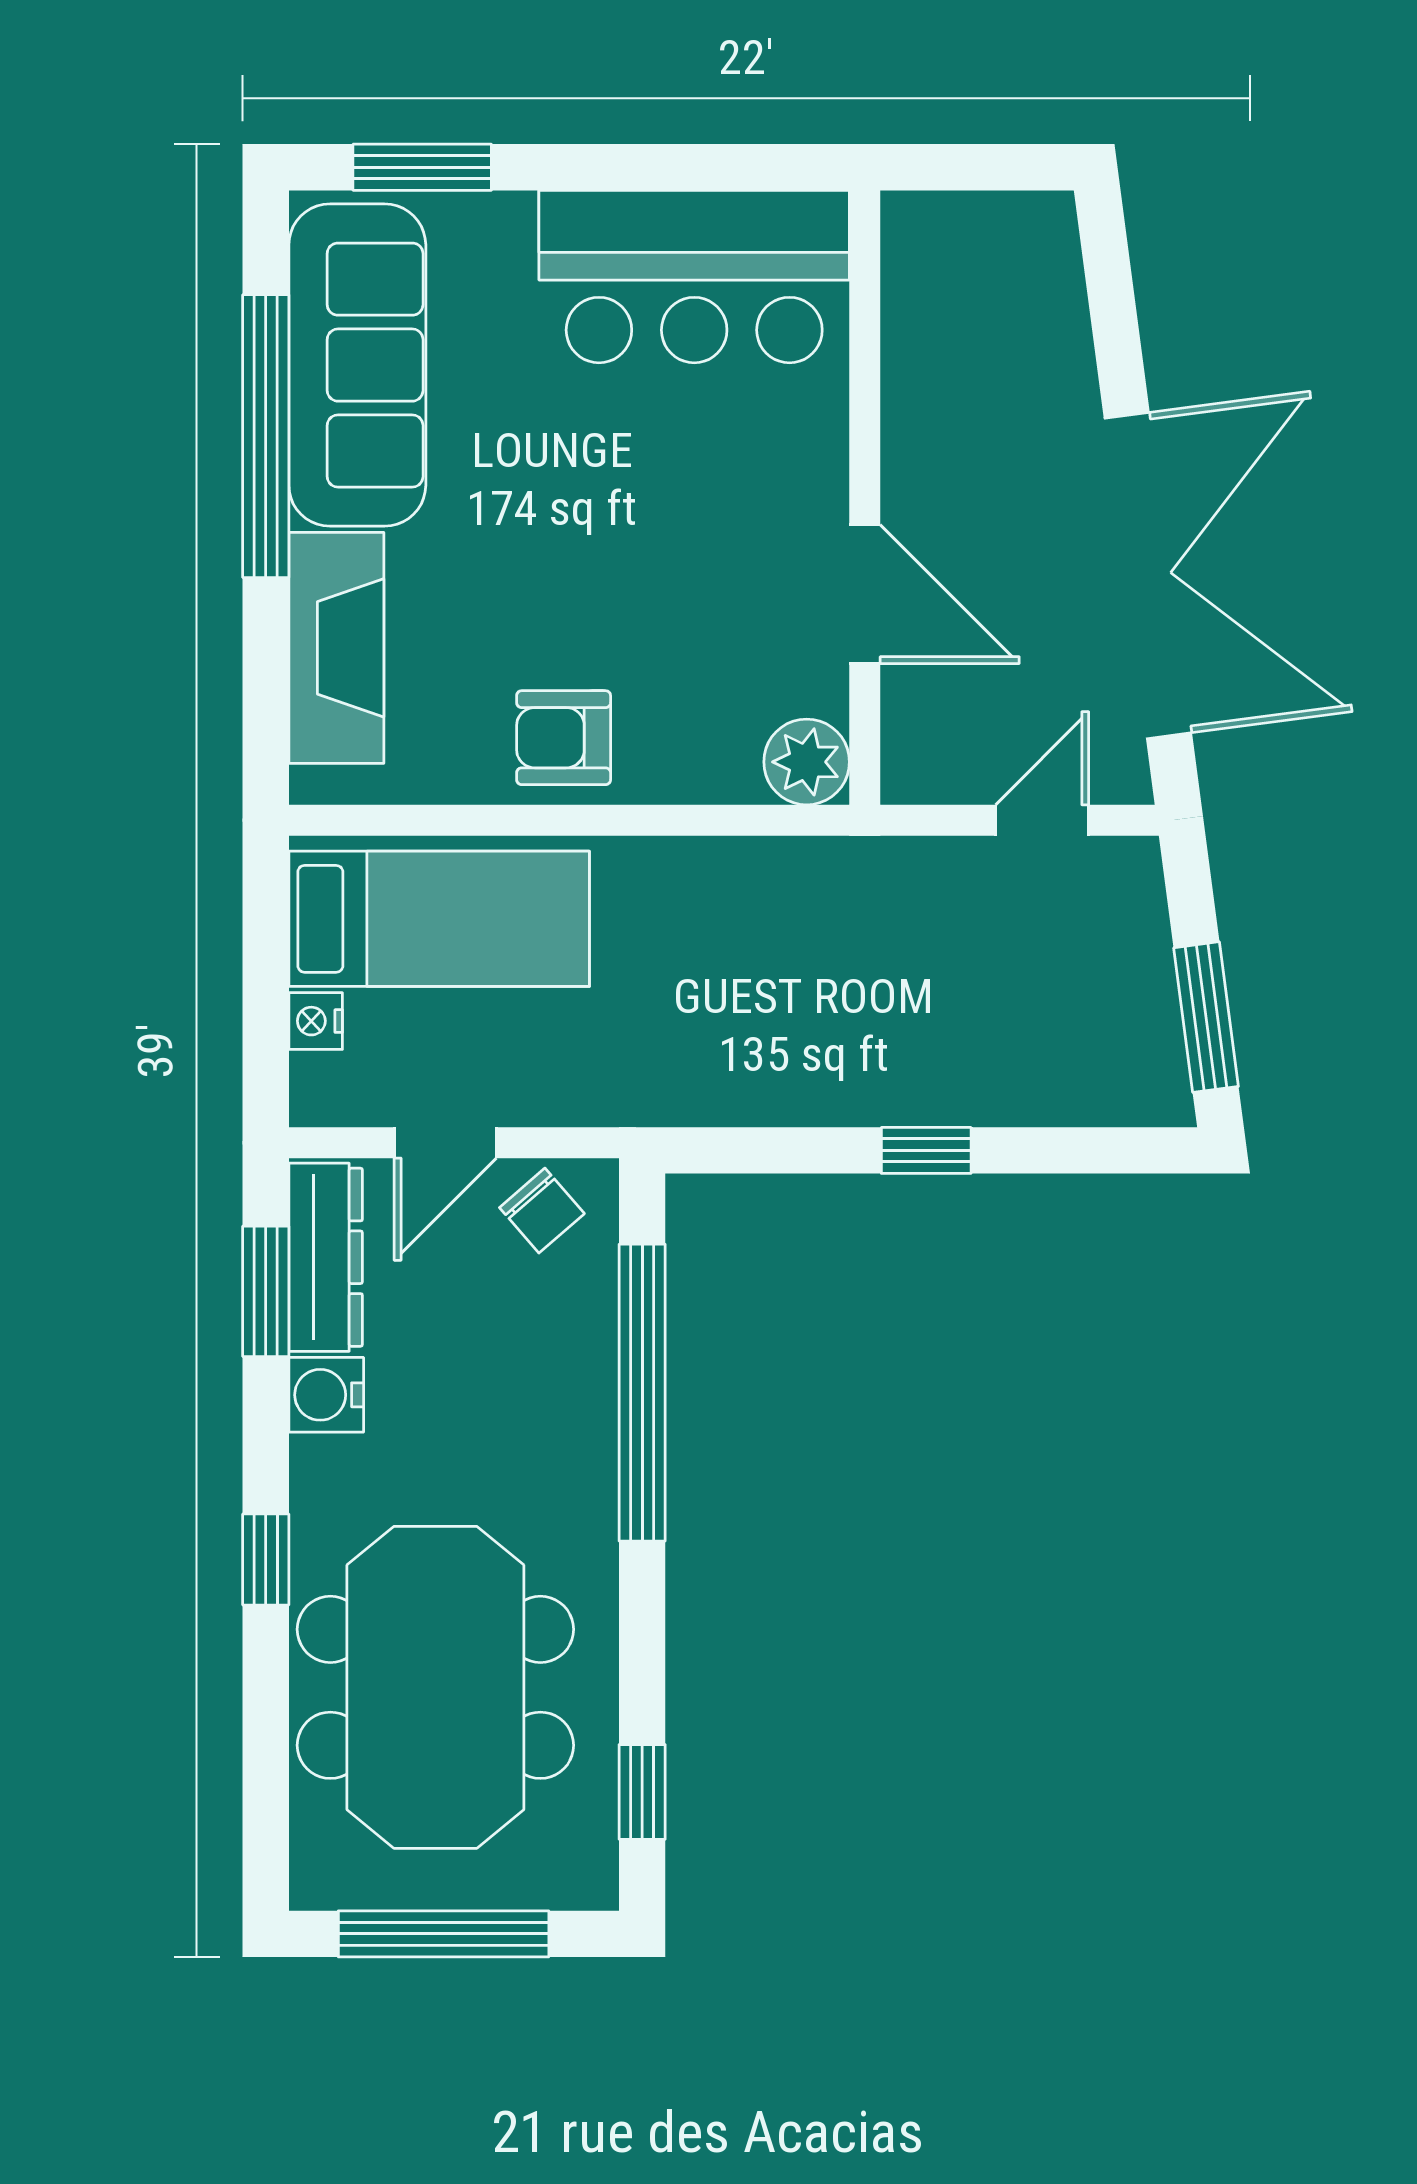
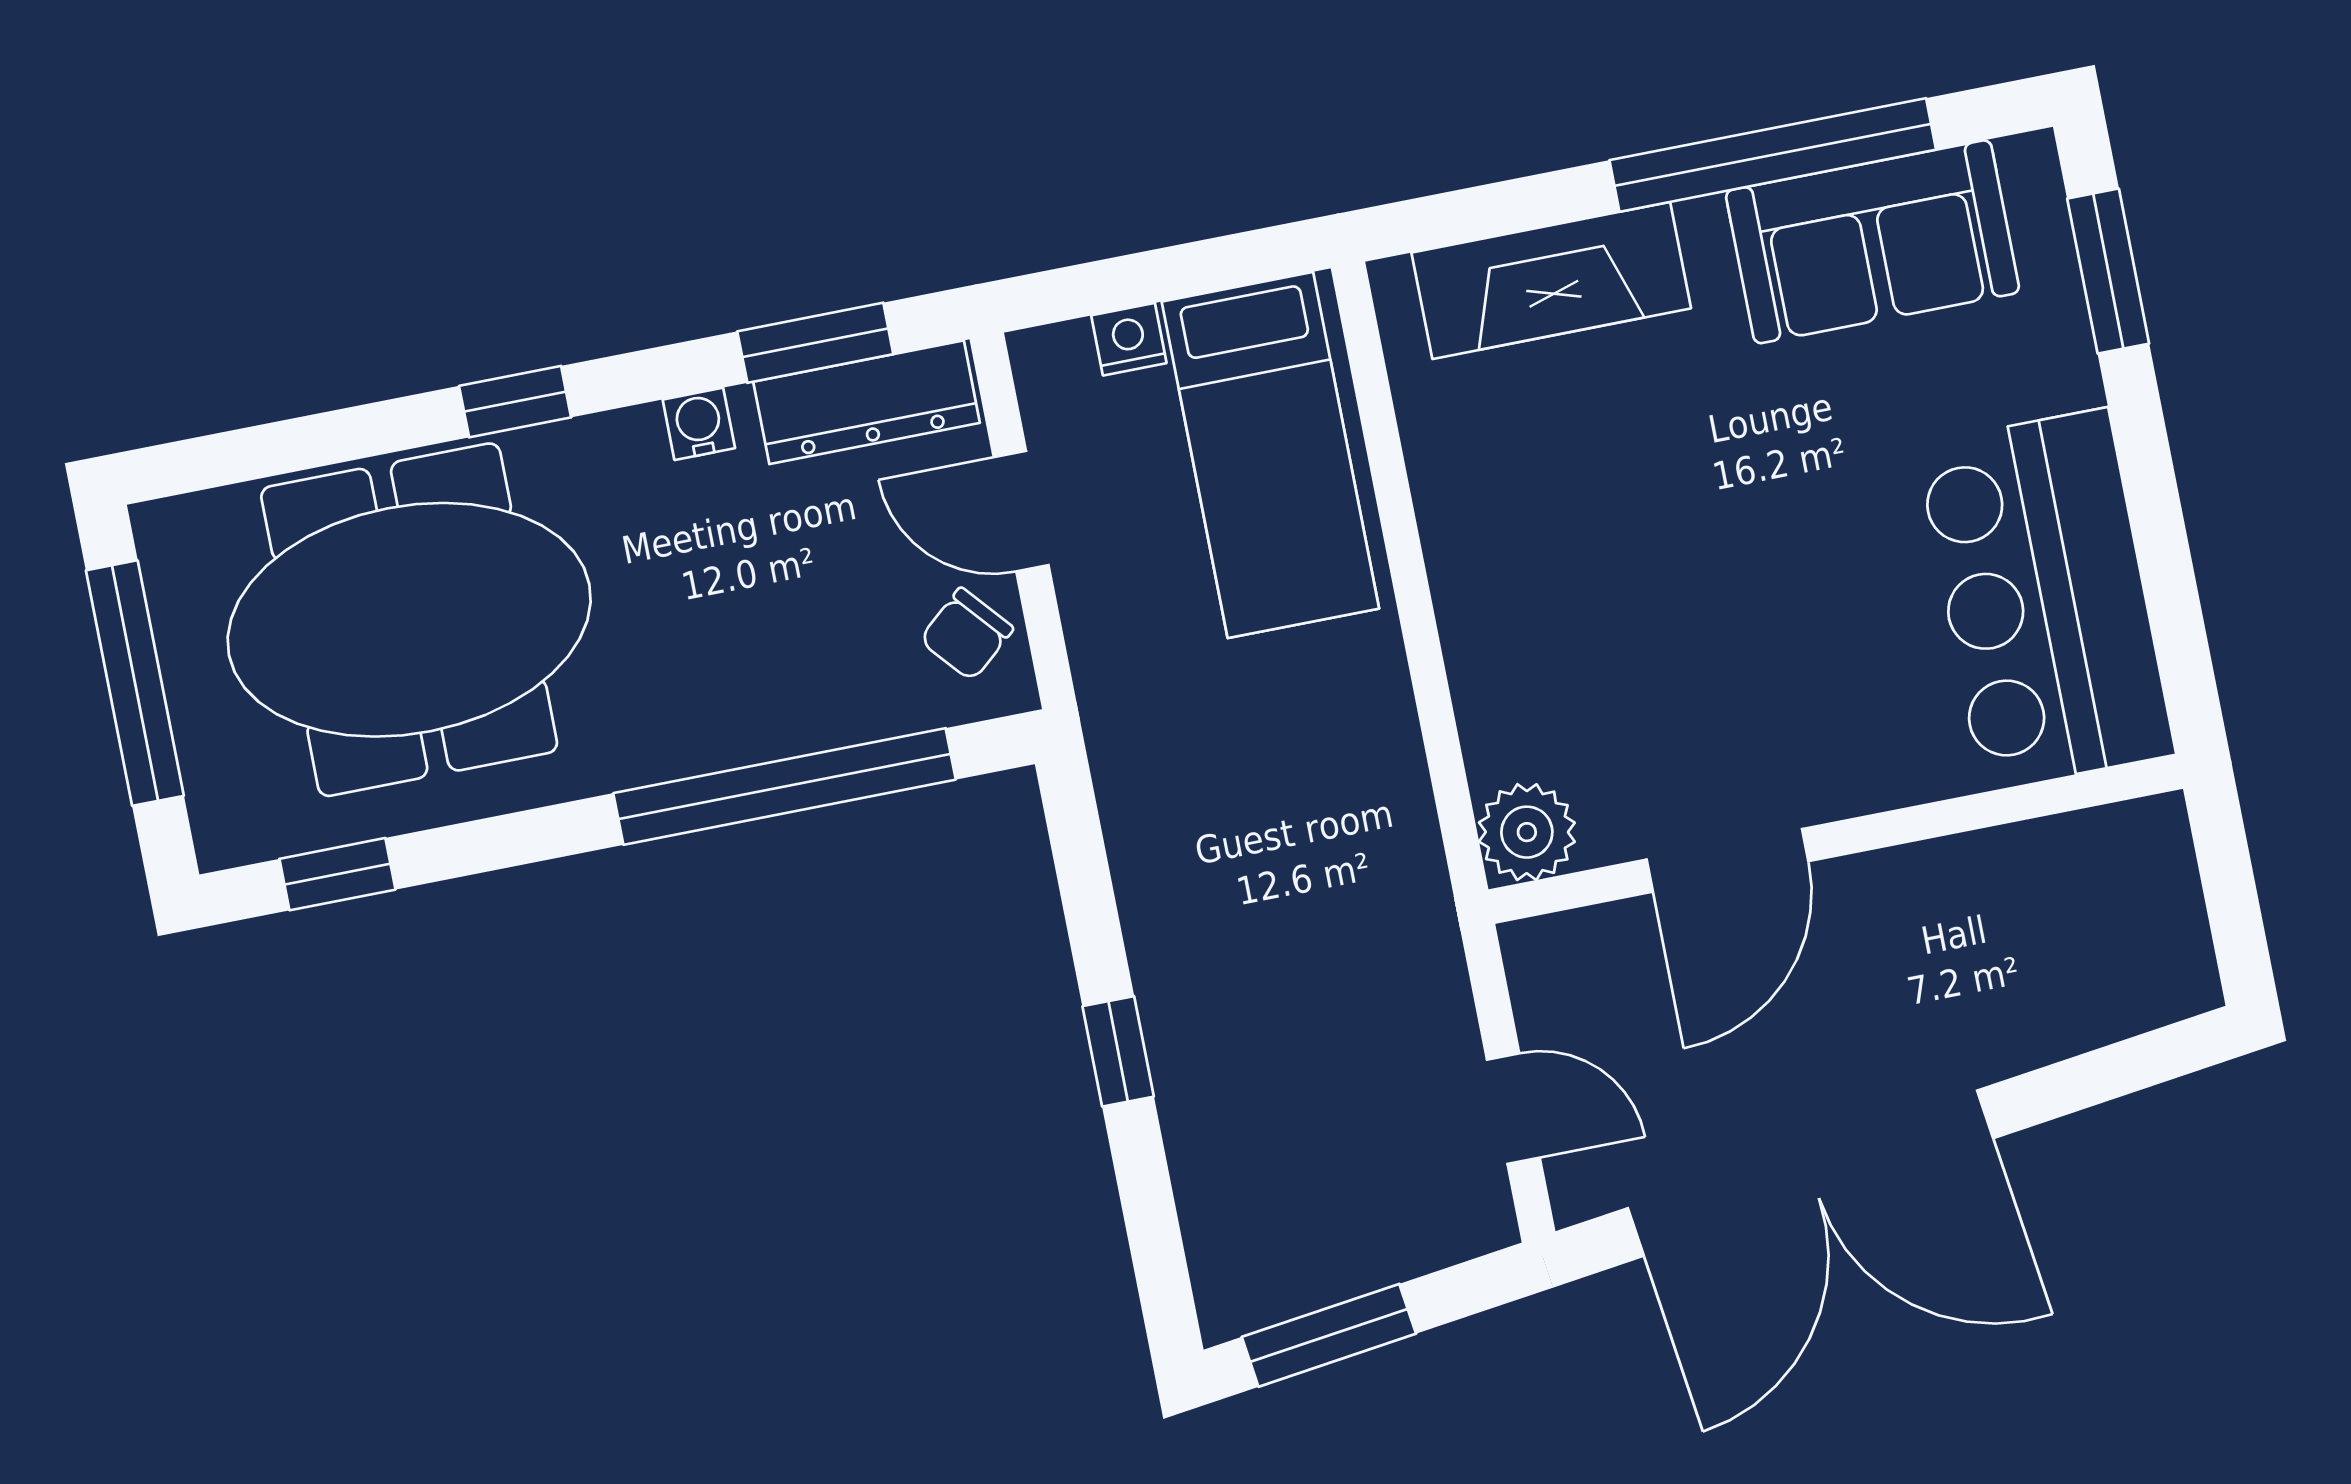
sofa: (357, 365) -> (1873, 242), width x0.73
armchair: (564, 738) -> (1501, 555), removed
water cooler: (326, 1395) -> (699, 424), width x0.72, depth x0.72

